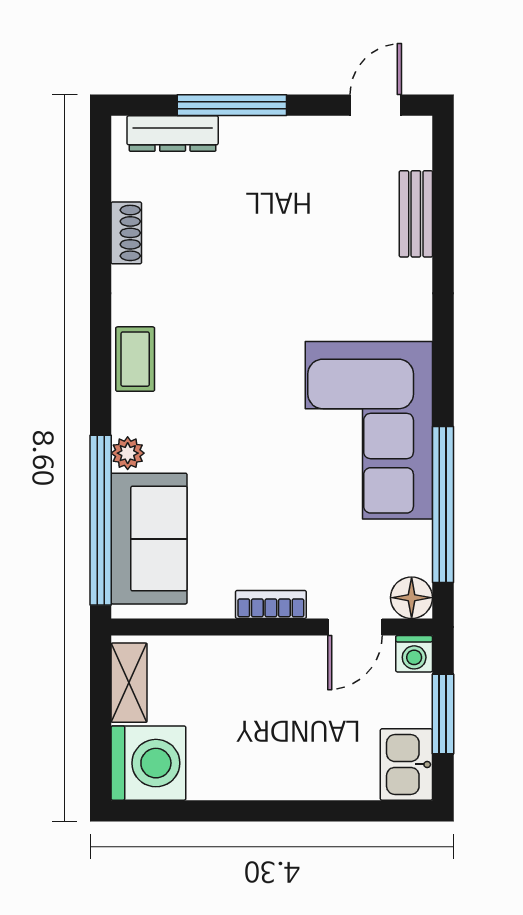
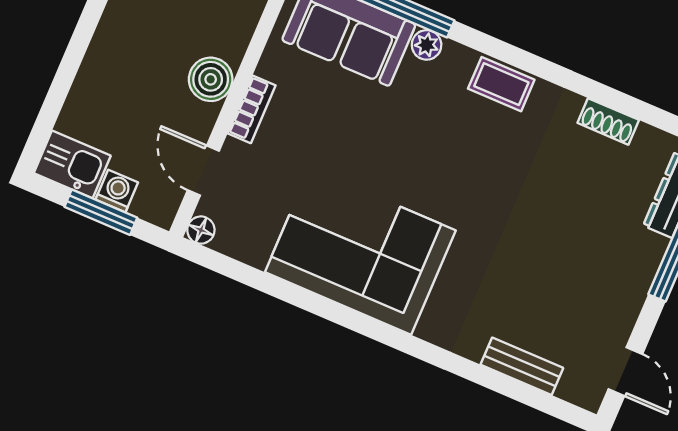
window: (443, 505) -> (273, 286), removed
floor lamp: (412, 598) -> (201, 230), width x0.73, depth x0.73
washing machine: (414, 654) -> (117, 191), moved, turned 90
boiler: (258, 660) -> (211, 79), added

